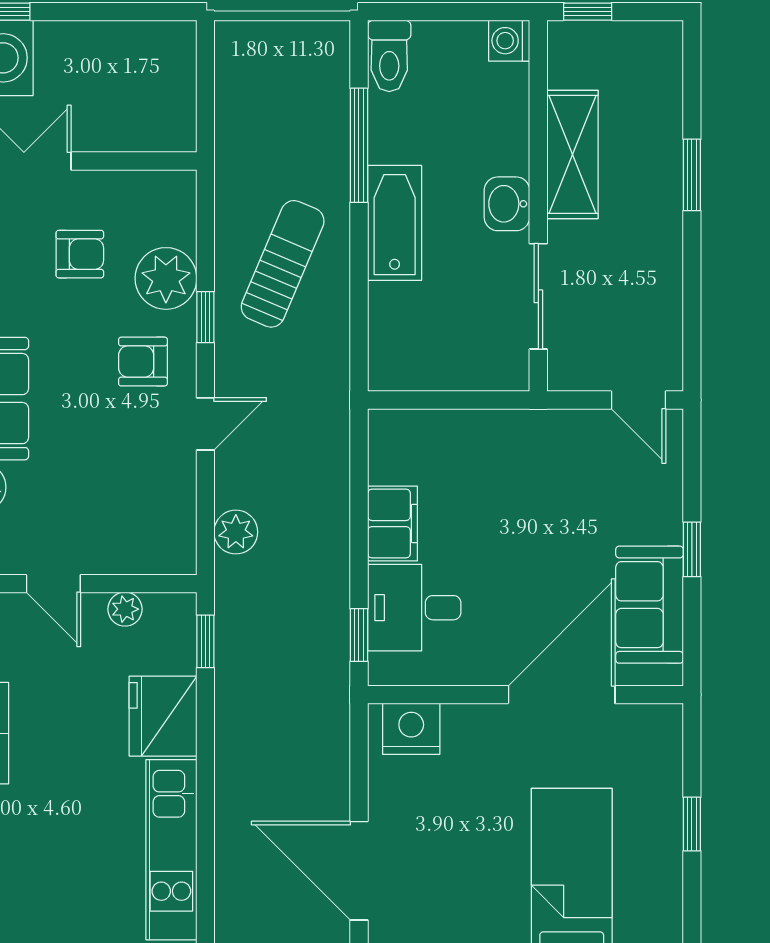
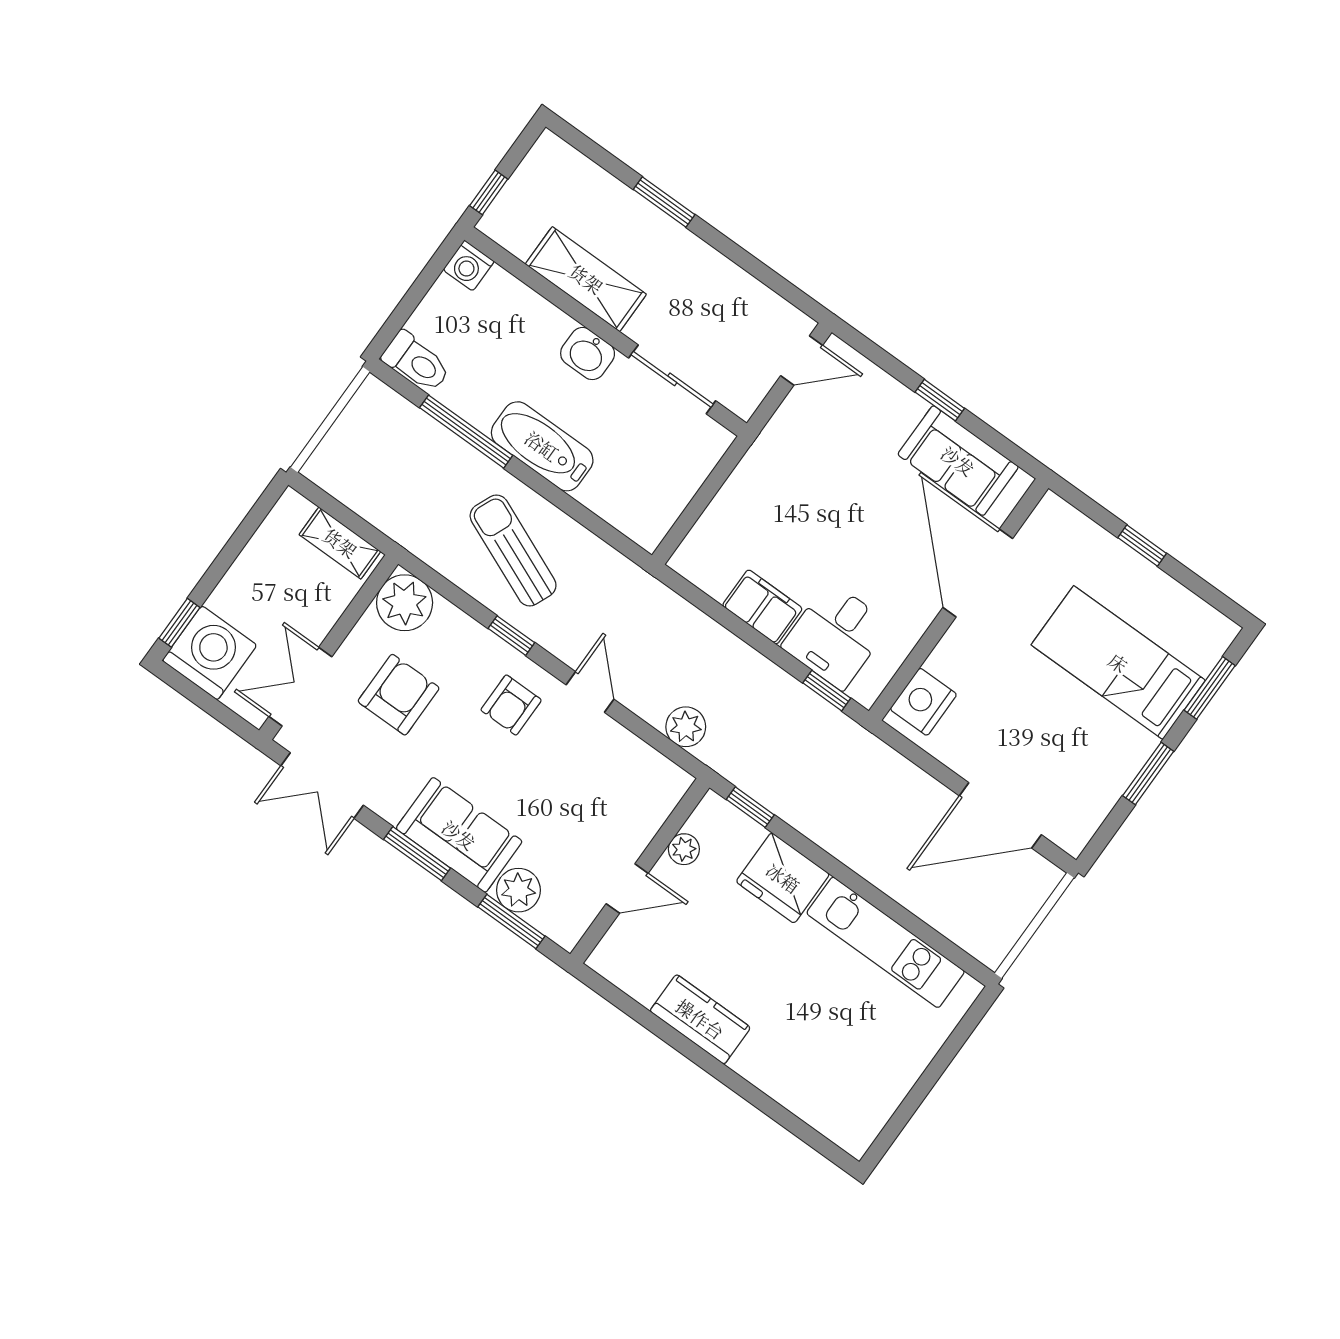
shelving: (178, 104) -> (340, 543), added
armchair: (80, 254) -> (399, 695), width x1.38, depth x1.38
plant: (166, 278) -> (405, 603), moved

